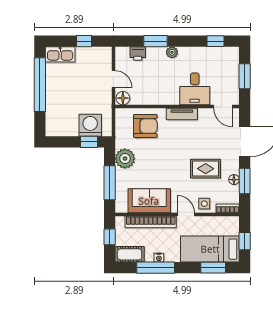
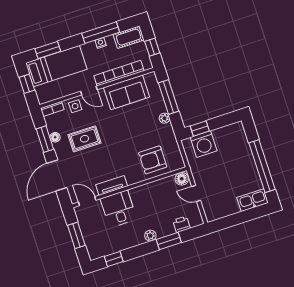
window: (84, 41) -> (235, 220), removed
tv unit: (182, 114) -> (112, 185), moved
plant: (125, 159) -> (164, 118), width x0.53, depth x0.53

